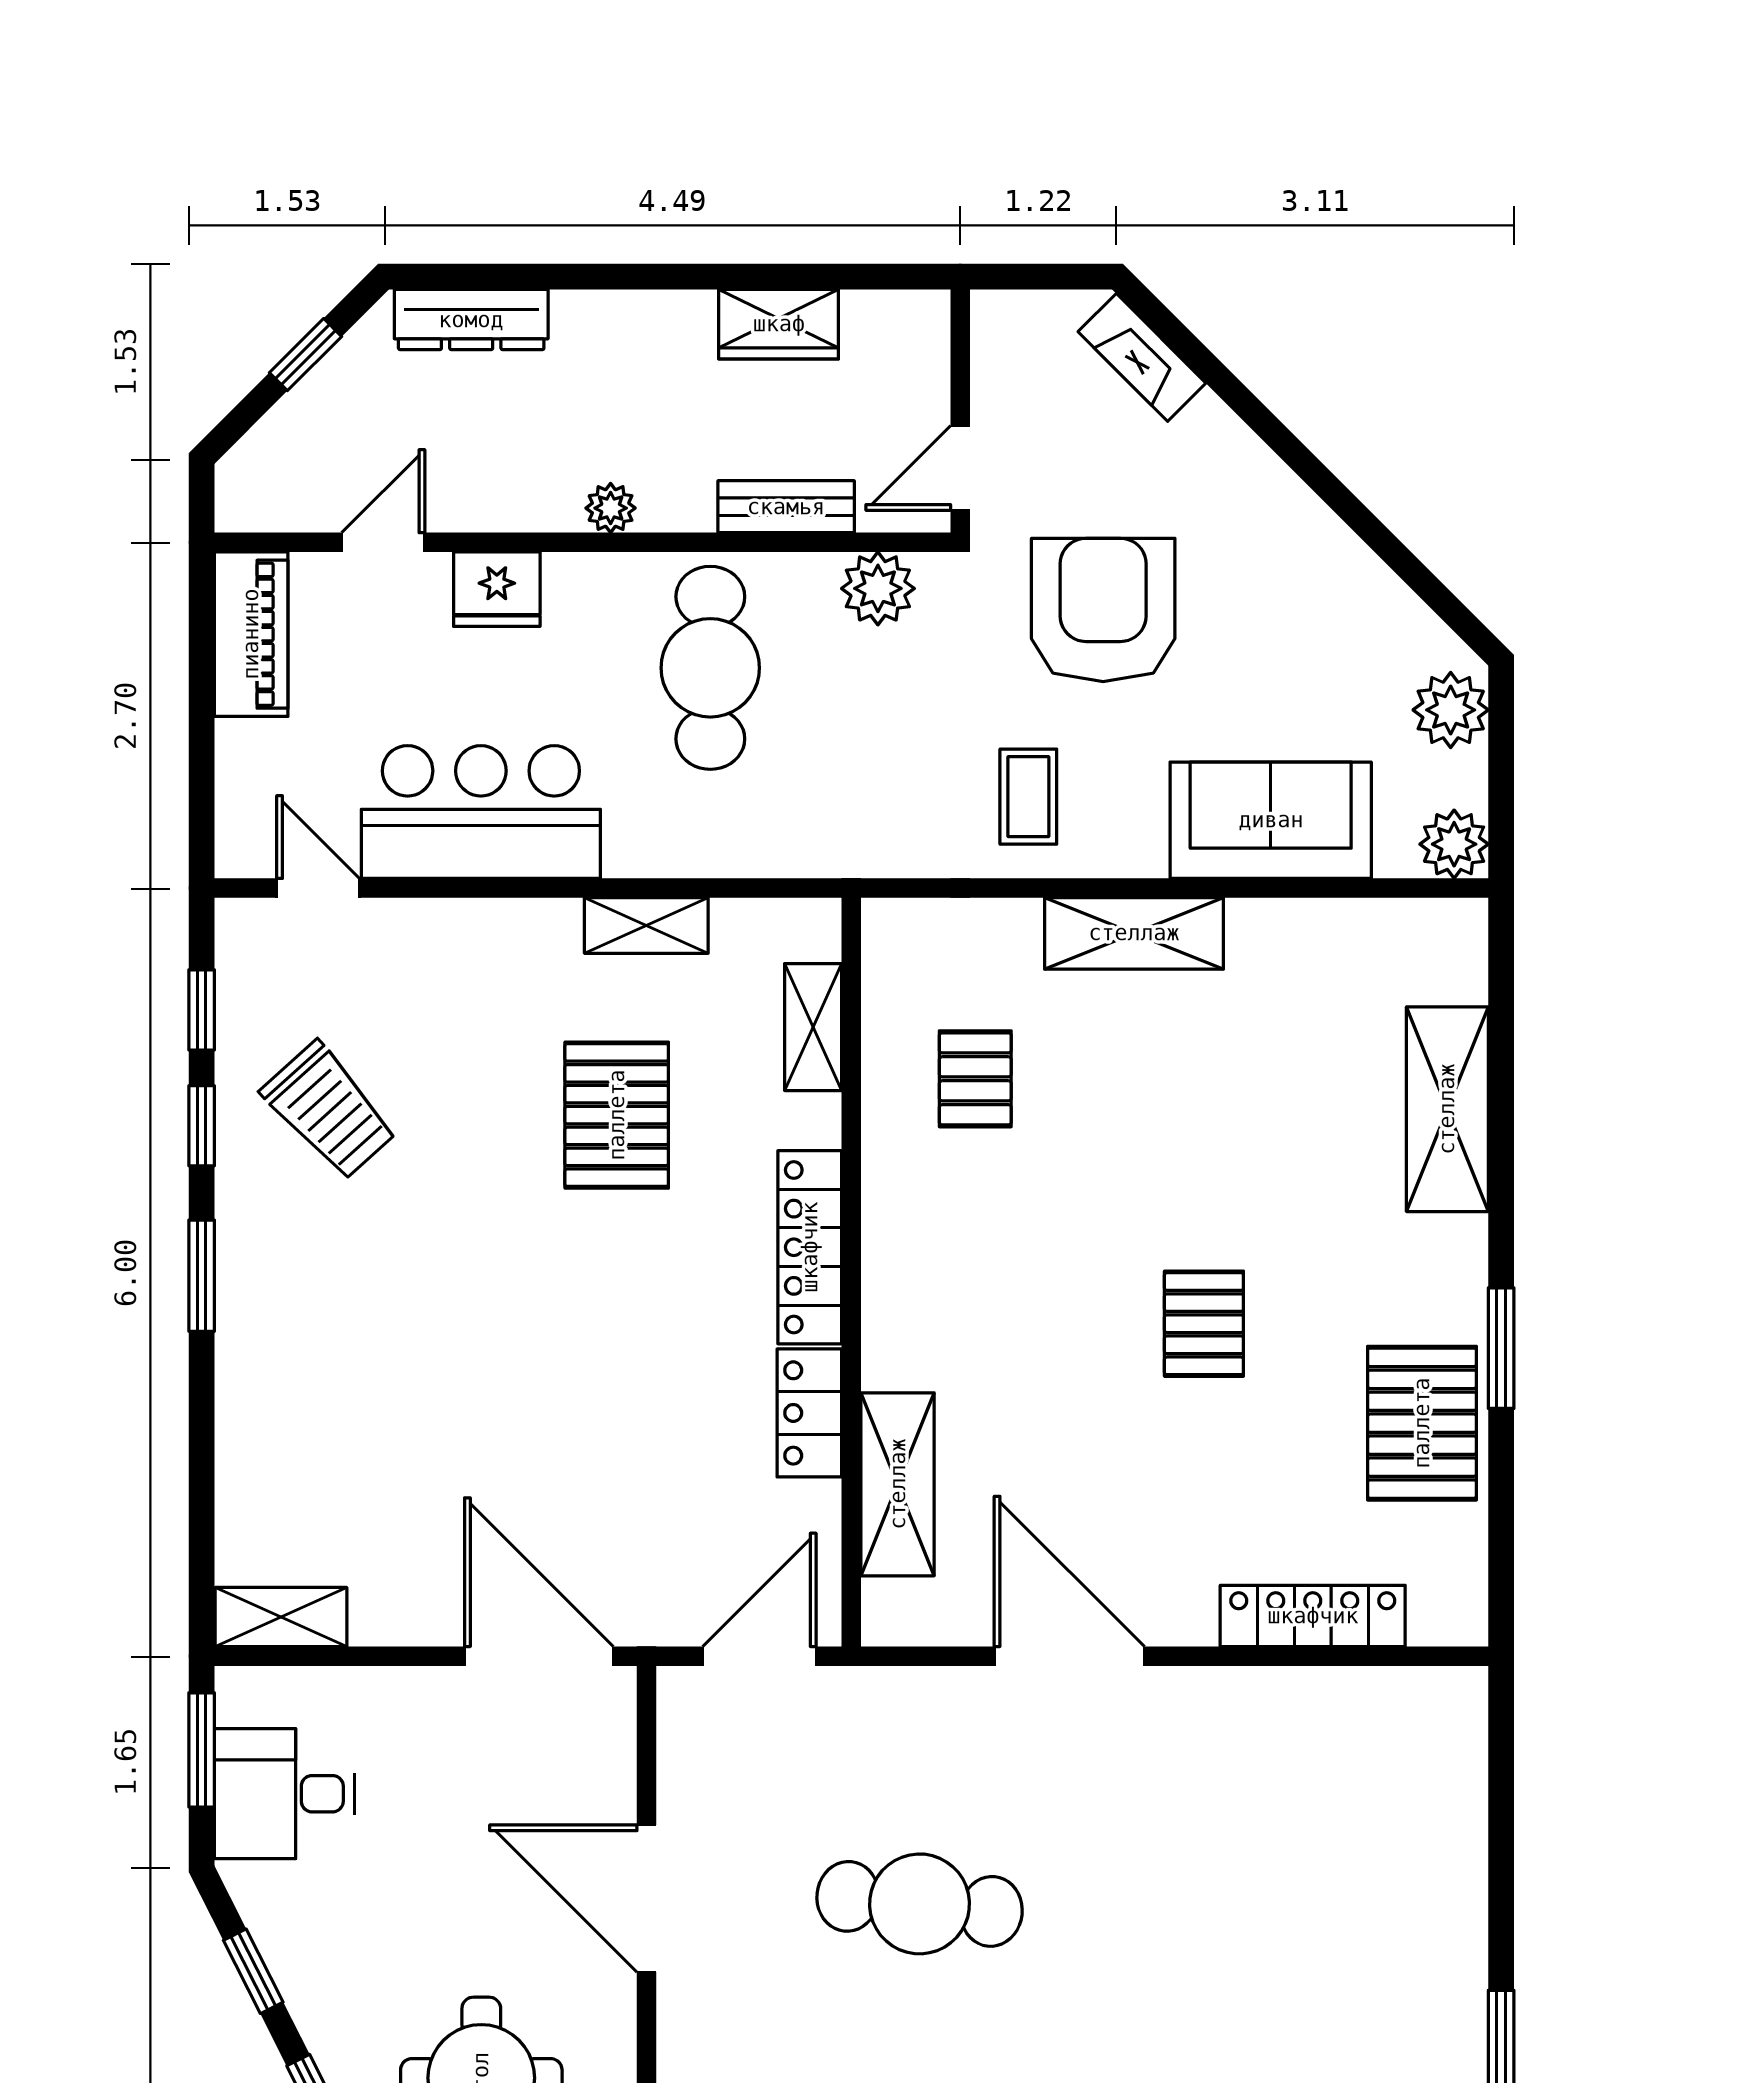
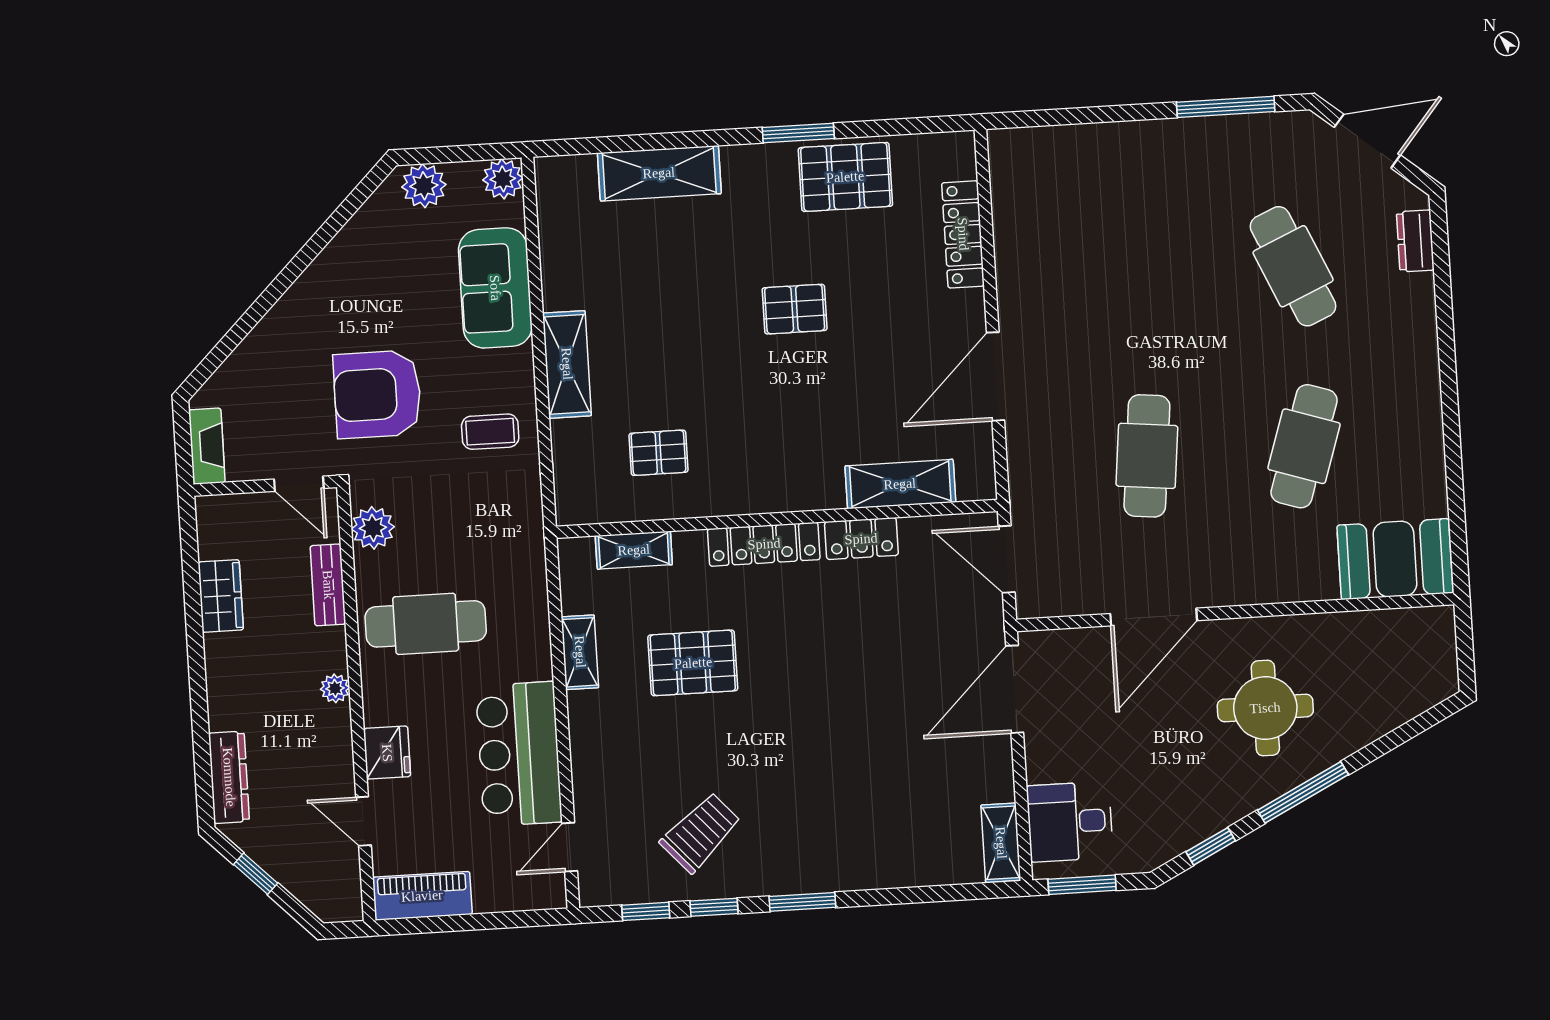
fireplace: (1142, 357) -> (207, 446), moved, turned -45
desk: (284, 1794) -> (1070, 822), moved, turned 90

